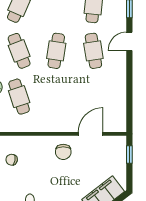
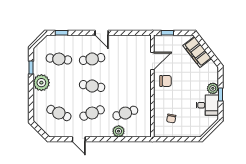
door: (129, 41) -> (102, 33), moved
door: (91, 134) -> (152, 61), swing flipped

